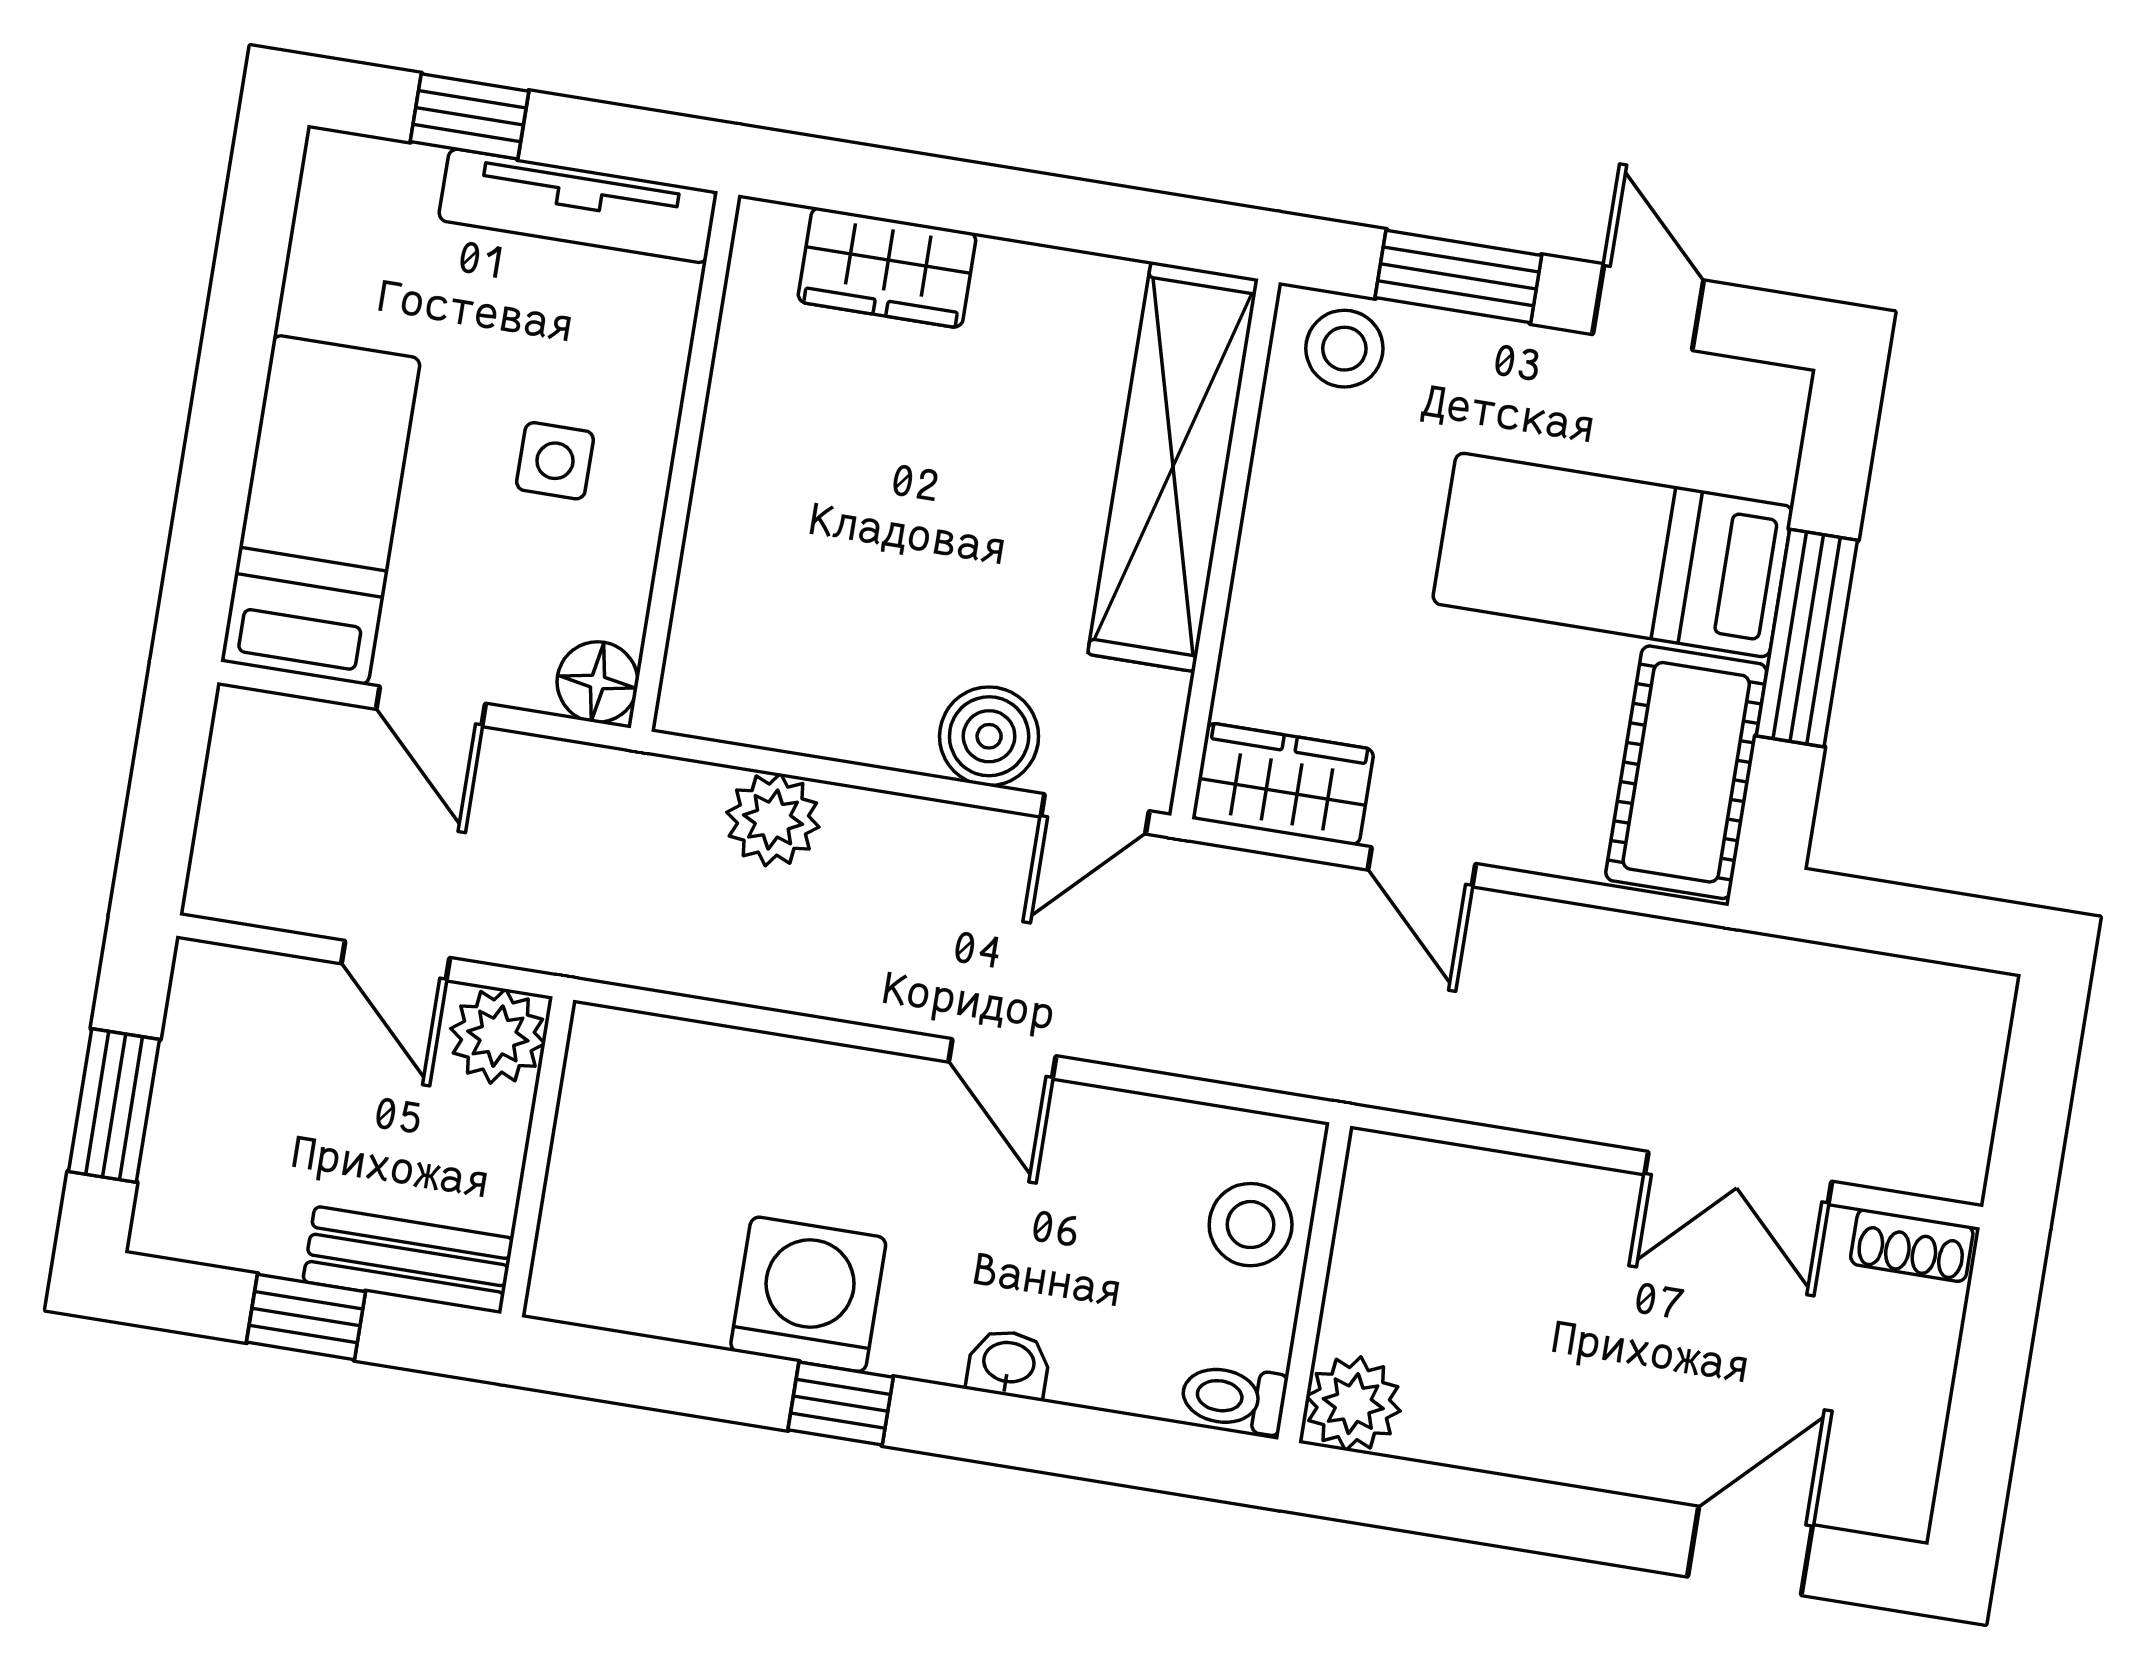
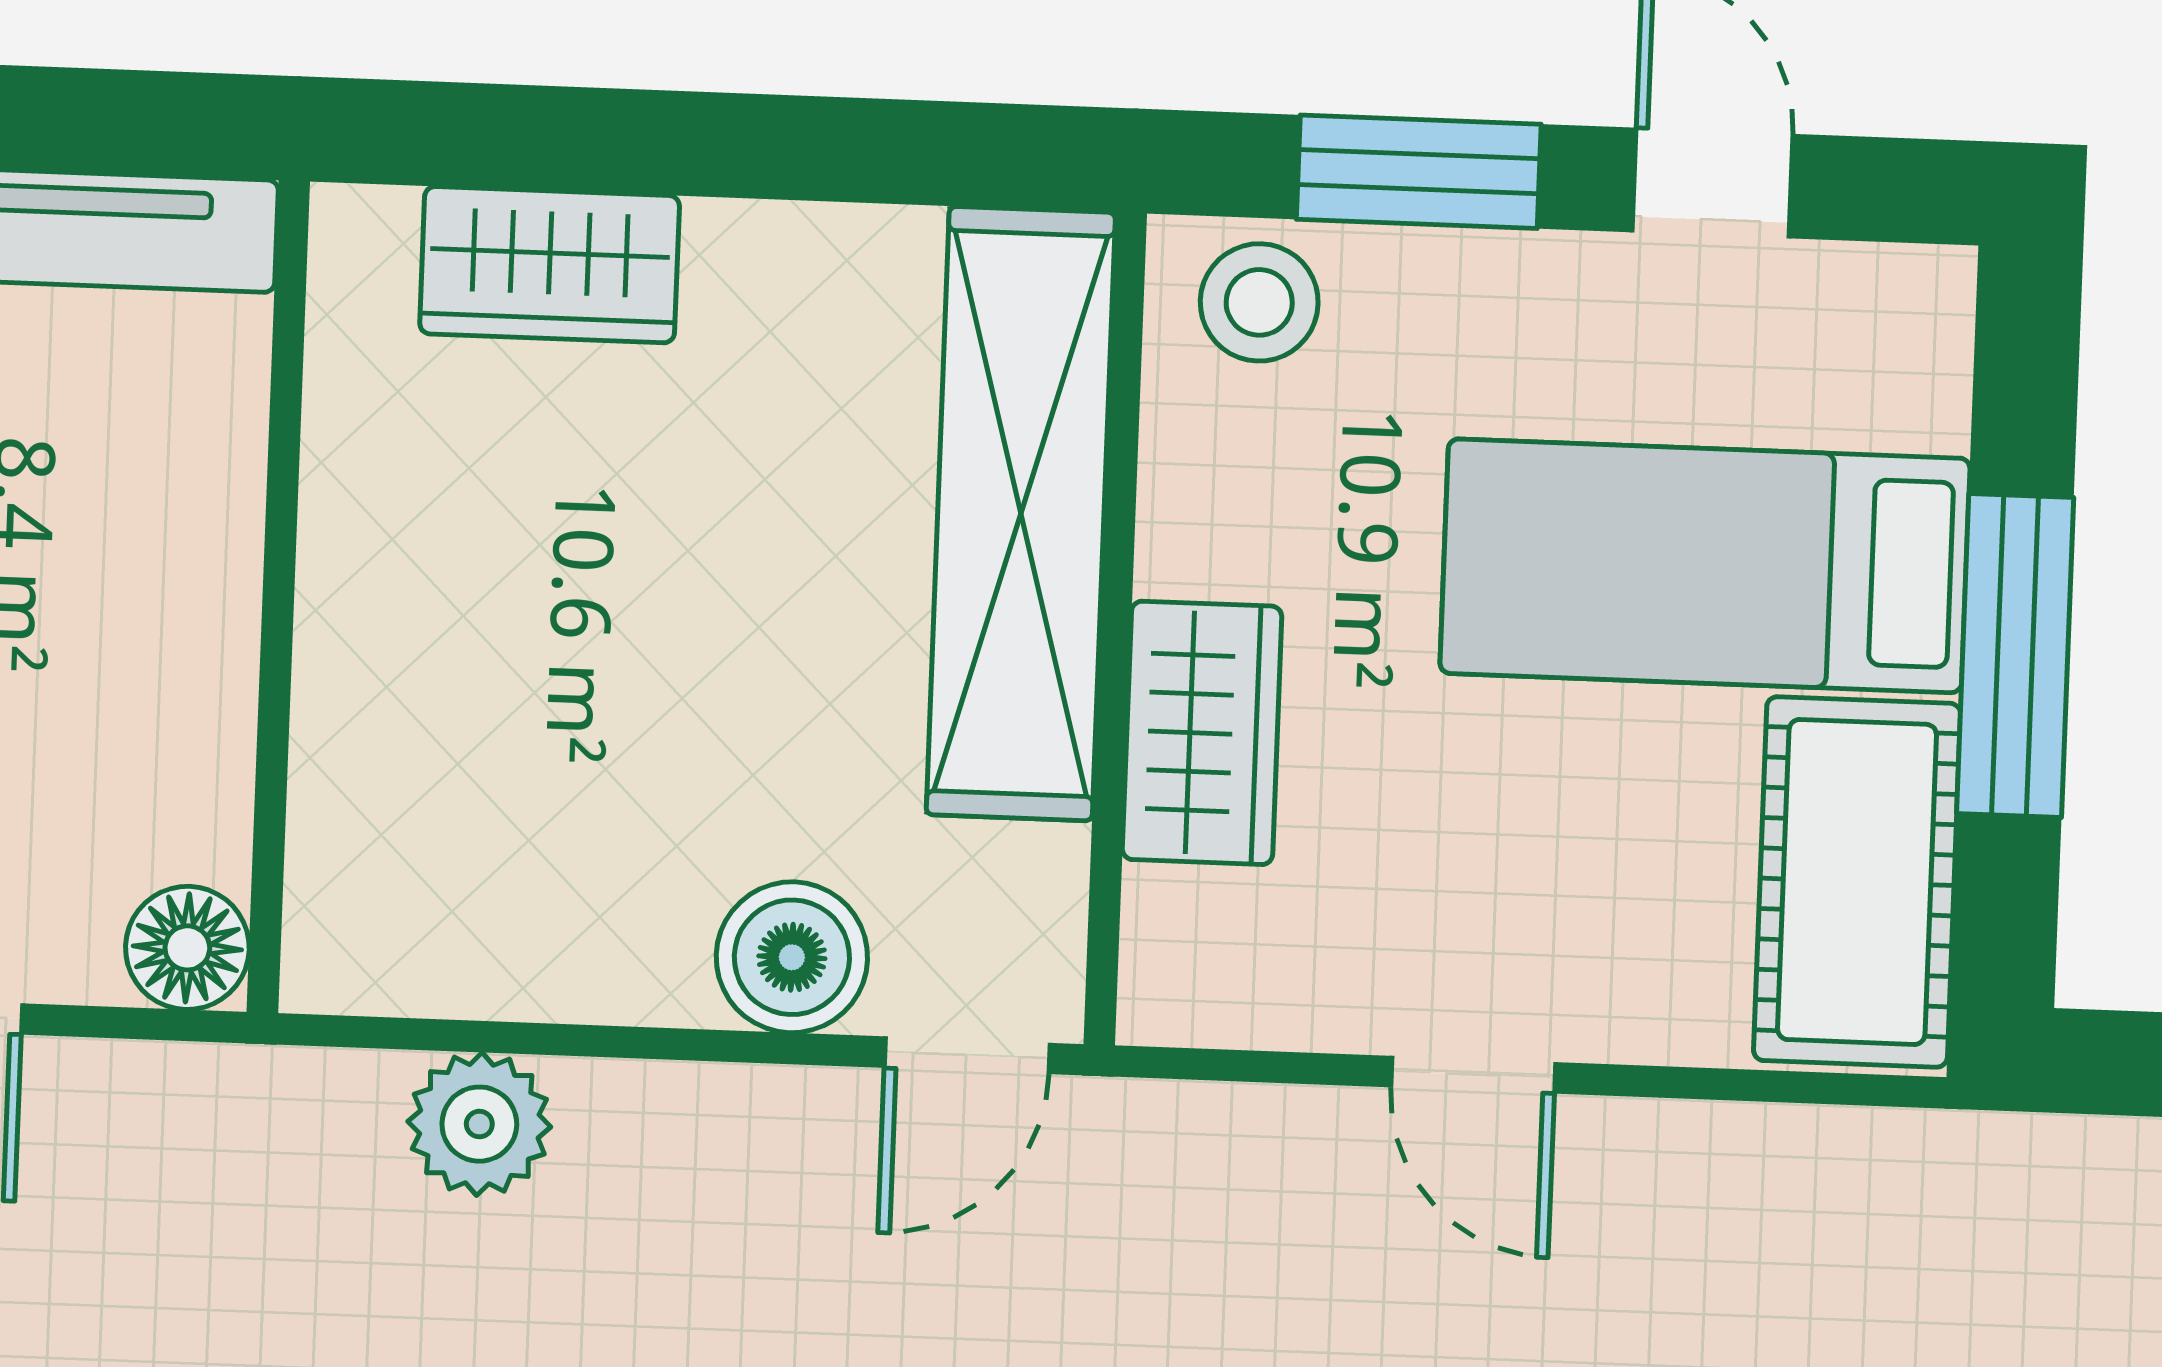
side table: (555, 461) -> (82, 620), removed
wardrobe: (1283, 784) -> (1202, 733), moved, turned 90

